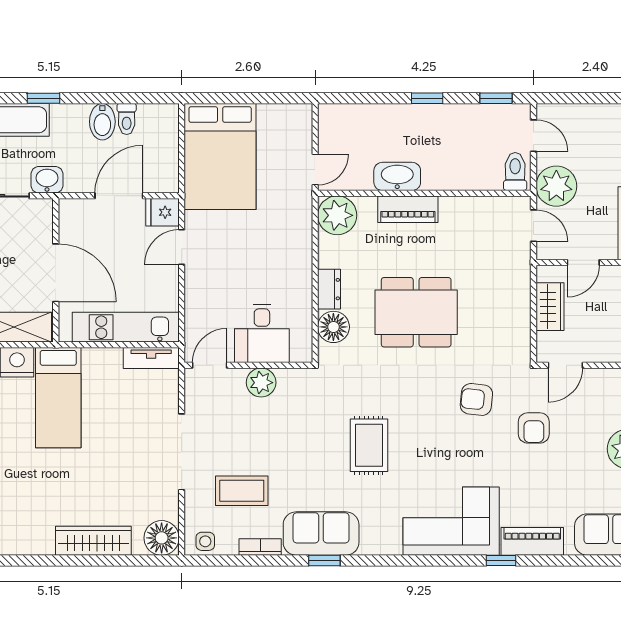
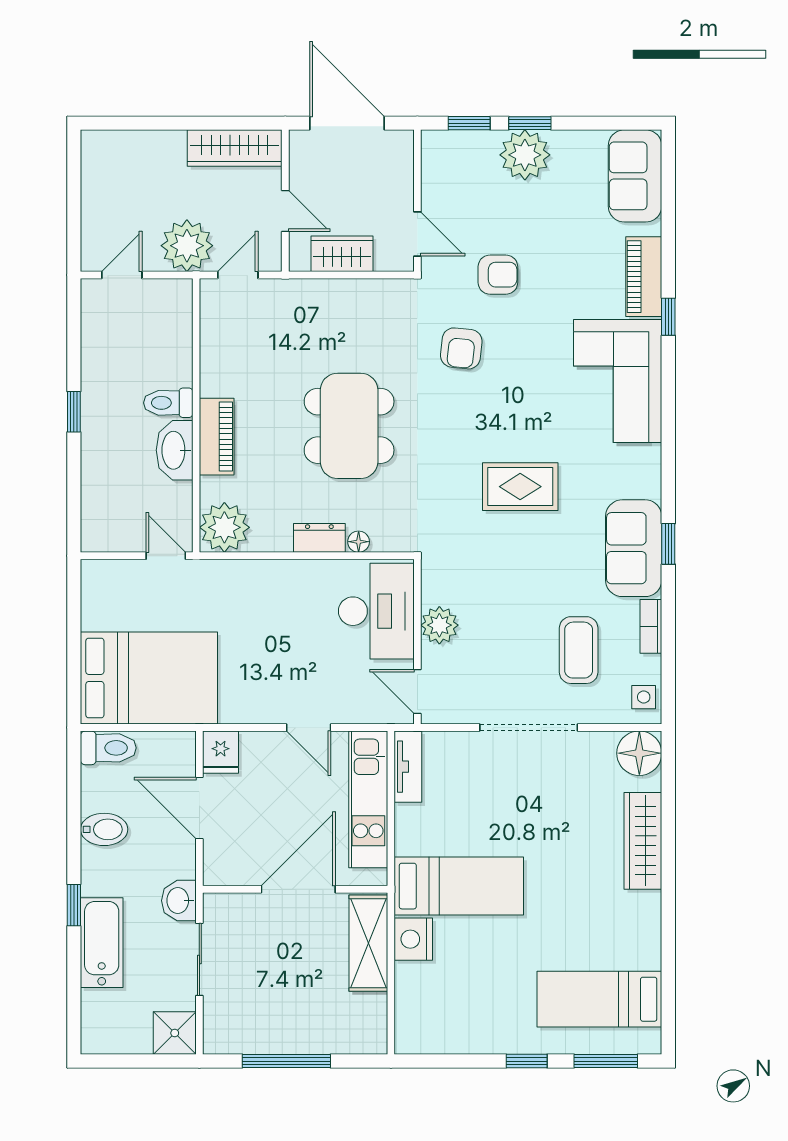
window: (496, 98) -> (74, 323), removed
toilet: (127, 119) -> (108, 748), moved, width x1.37, depth x1.39
toilet: (515, 172) -> (168, 403), moved
door: (182, 247) -> (309, 727), moved
floor lamp: (333, 327) -> (359, 542), width x0.53, depth x0.53
desk: (262, 333) -> (376, 611), width x1.37

